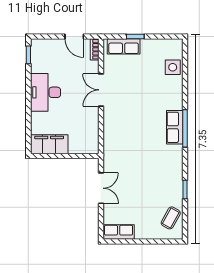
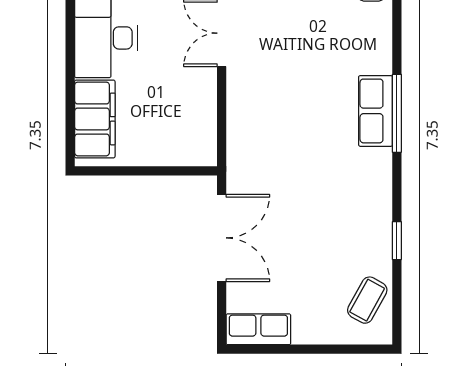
filing cabinet: (49, 144) -> (95, 119), moved, turned 90
double door: (101, 188) -> (222, 238), width x1.37

